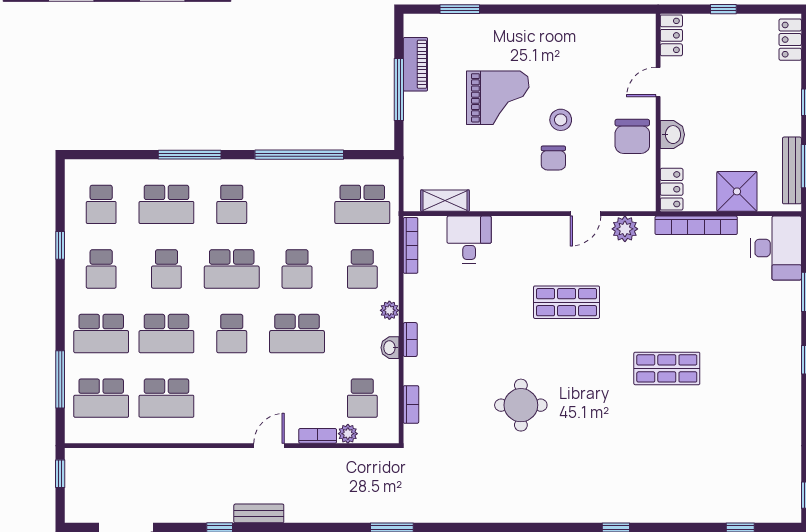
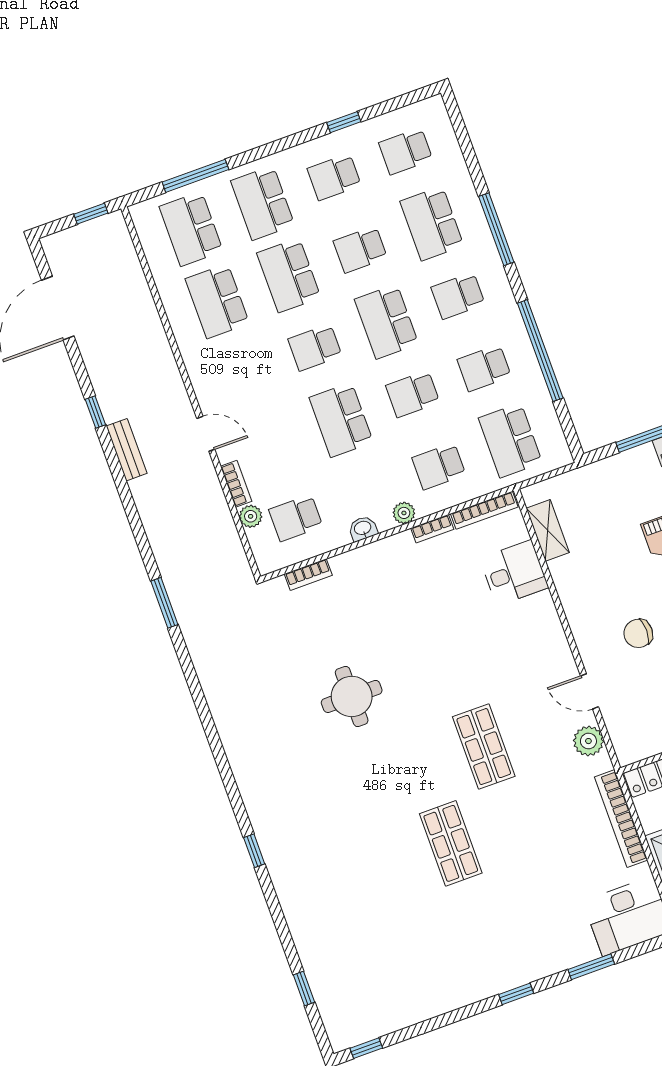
school desk: (297, 204) -> (484, 368), added
shop shelf: (567, 302) -> (484, 747), moved
bookcase: (410, 340) -> (432, 529), moved

